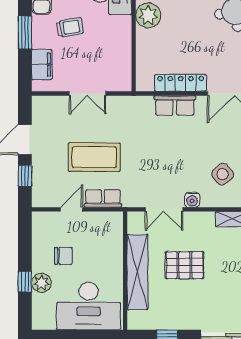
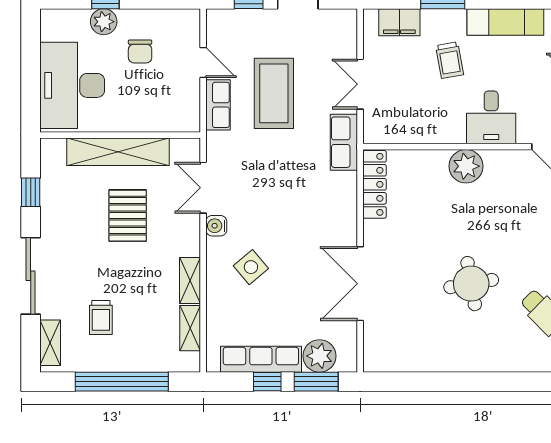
locker: (181, 83) -> (374, 184), moved
row of seats: (175, 105) -> (344, 142), moved

